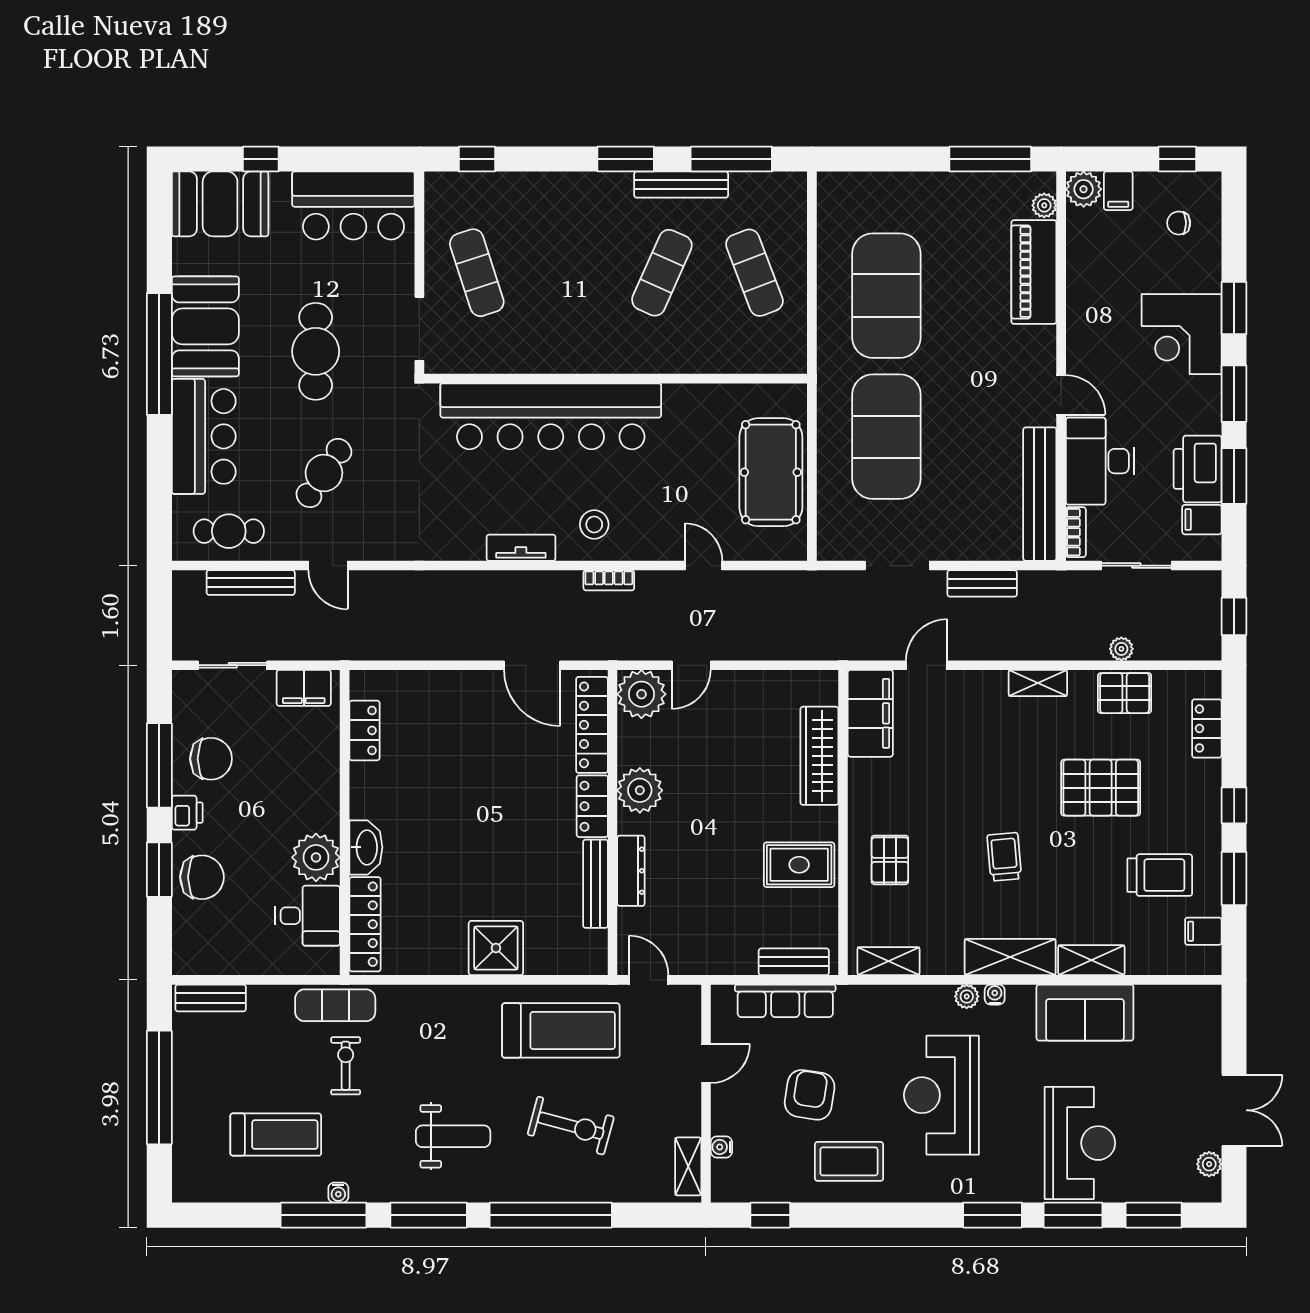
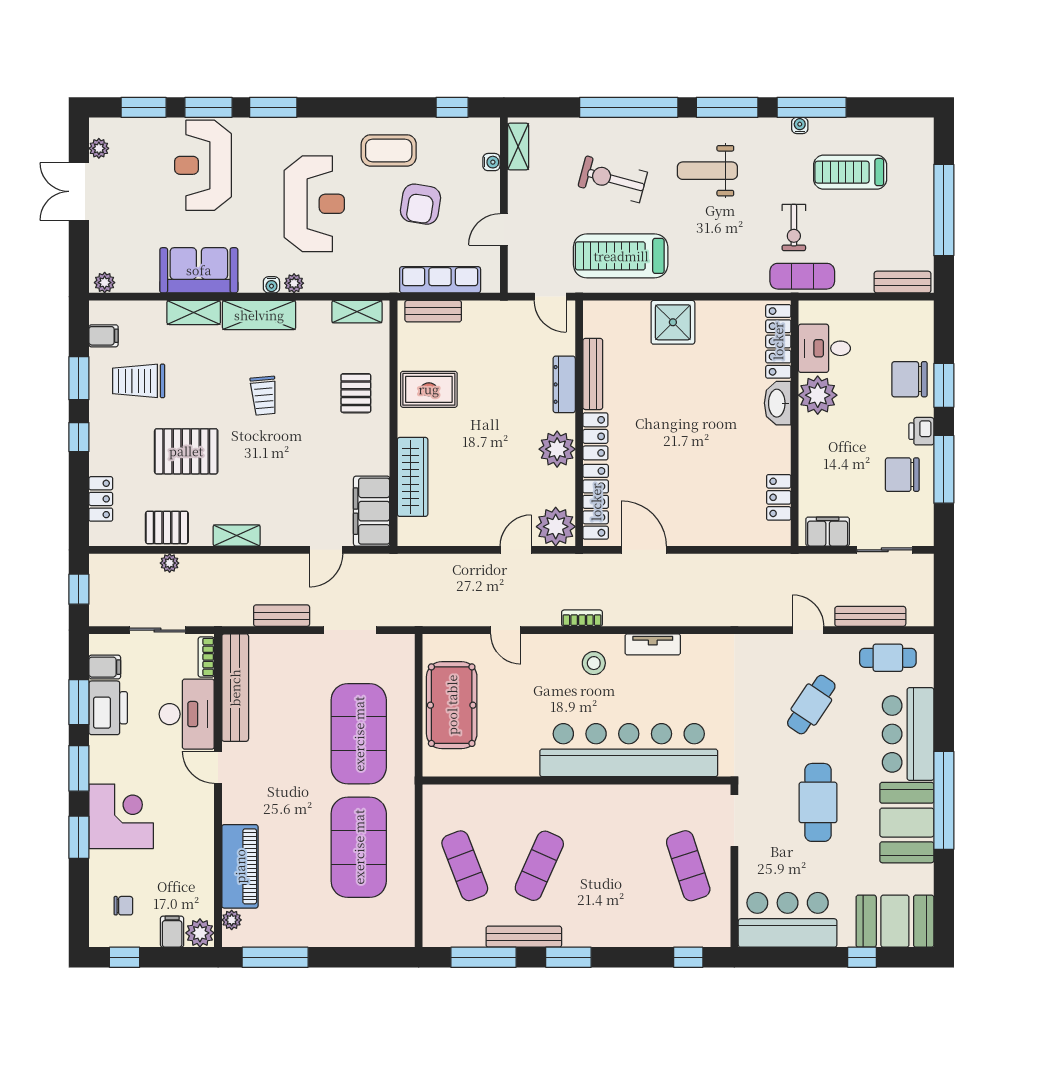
plant: (1202, 997) -> (105, 283), added

